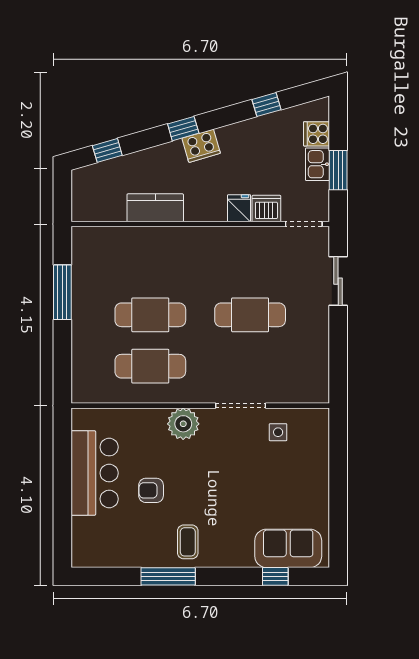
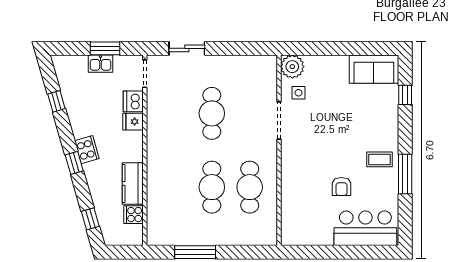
cooker: (316, 134) -> (134, 215), moved, turned 90
plant: (183, 424) -> (292, 67), moved
bar counter: (95, 473) -> (365, 228), moved
sofa: (288, 548) -> (374, 69), moved, turned -90

